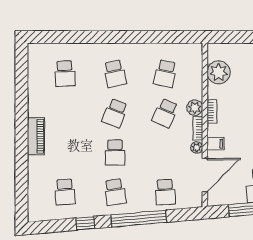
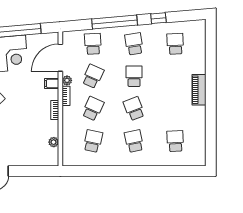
plant: (219, 72) -> (54, 142), width x0.53, depth x0.53
plant: (195, 108) -> (69, 113), removed
school desk: (115, 113) -> (134, 109), turned -42
school desk: (165, 153) -> (93, 76), added

